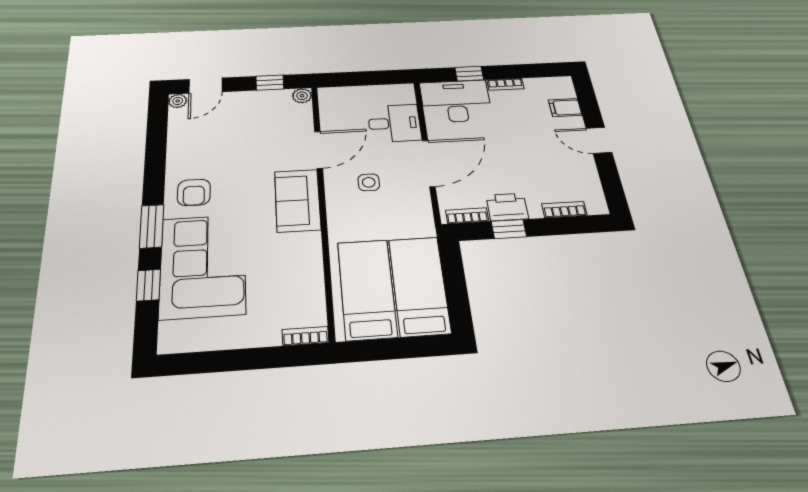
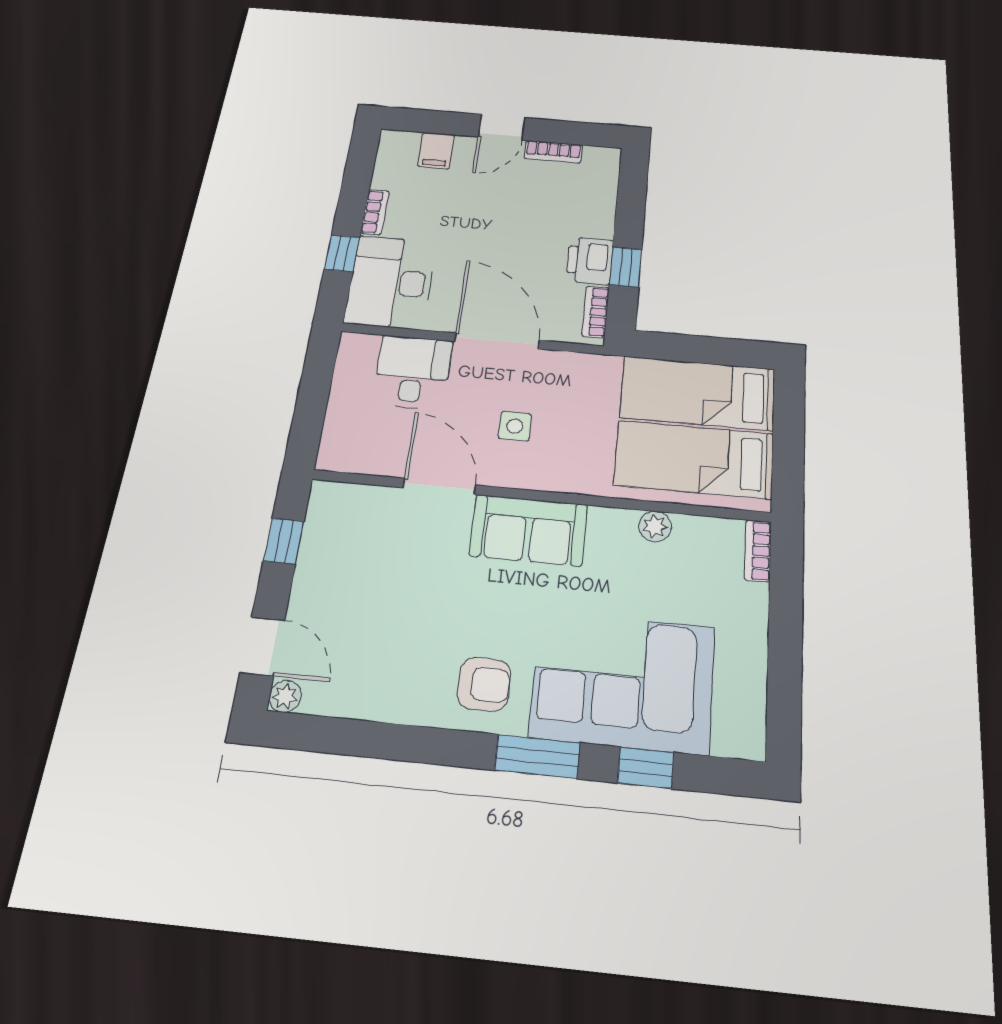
plant: (302, 96) -> (655, 526), moved
bookcase: (564, 210) -> (553, 152), moved, turned -90

